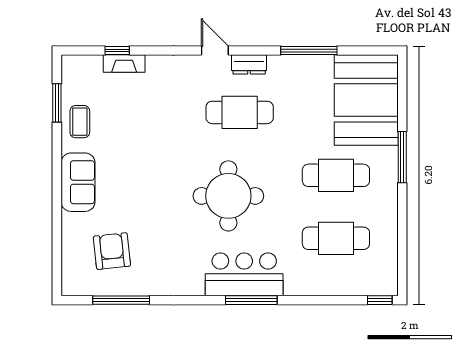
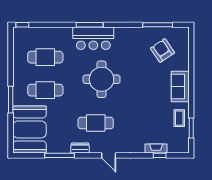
dresser: (249, 64) -> (80, 148), moved
armchair: (112, 251) -> (162, 50), turned 152

